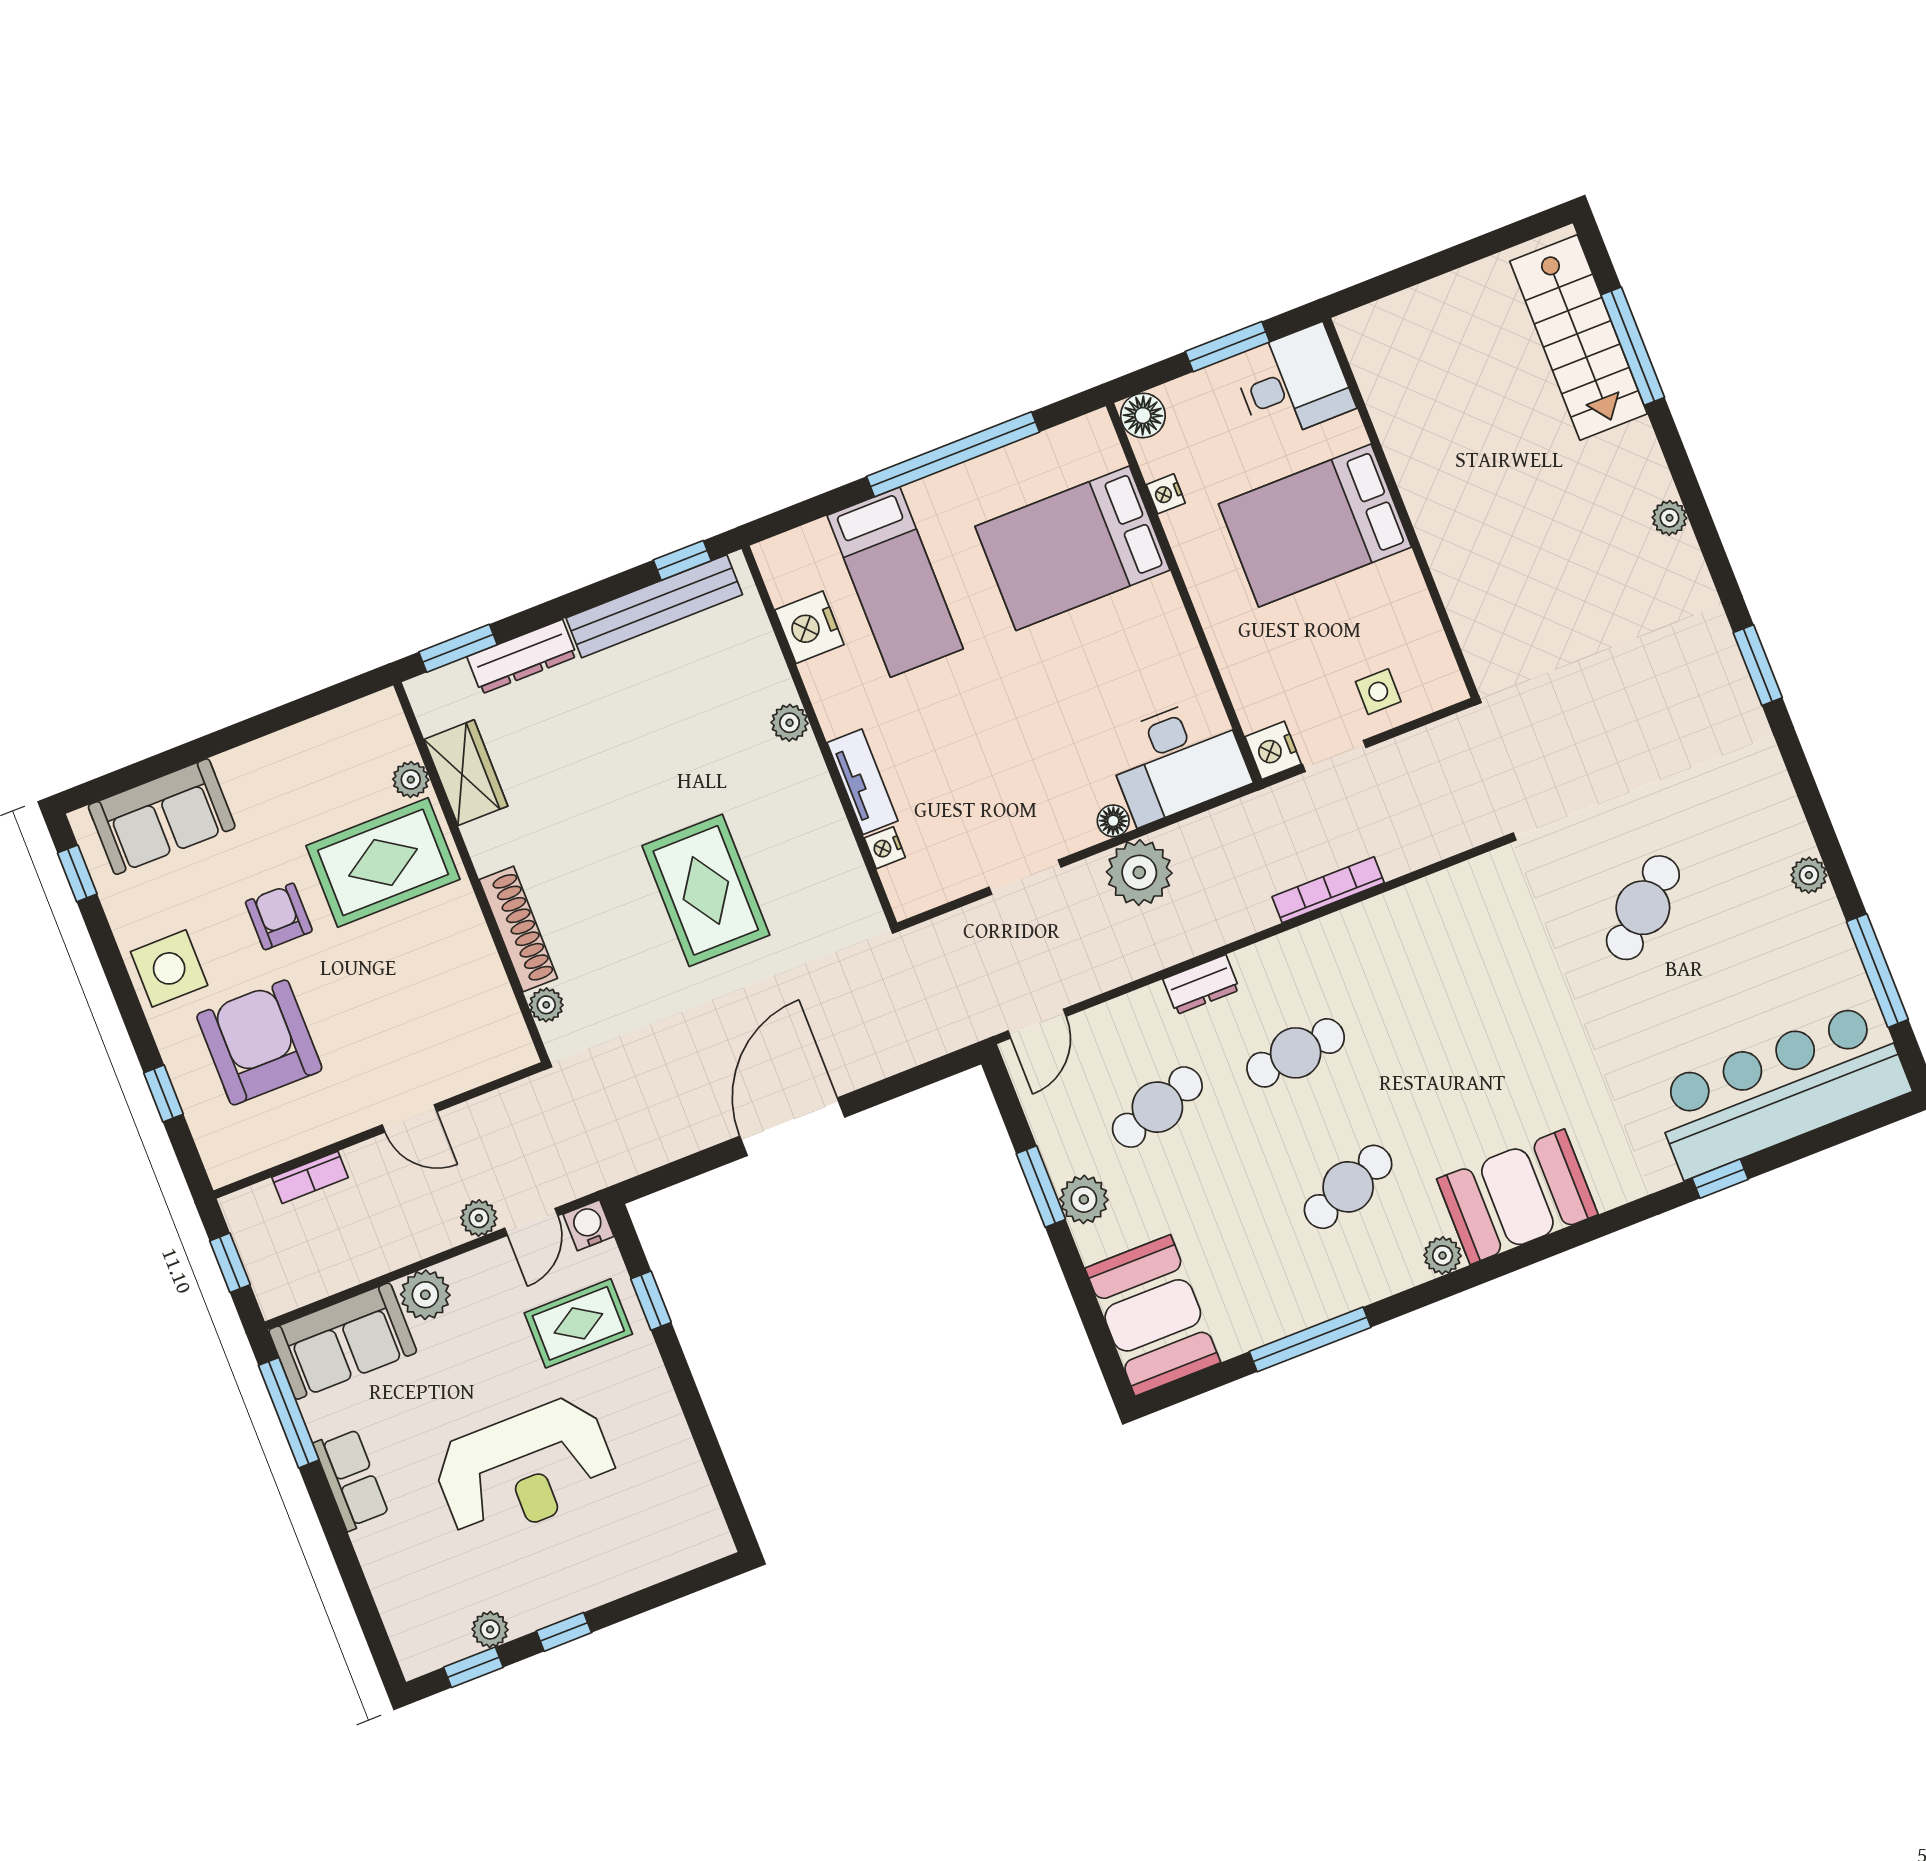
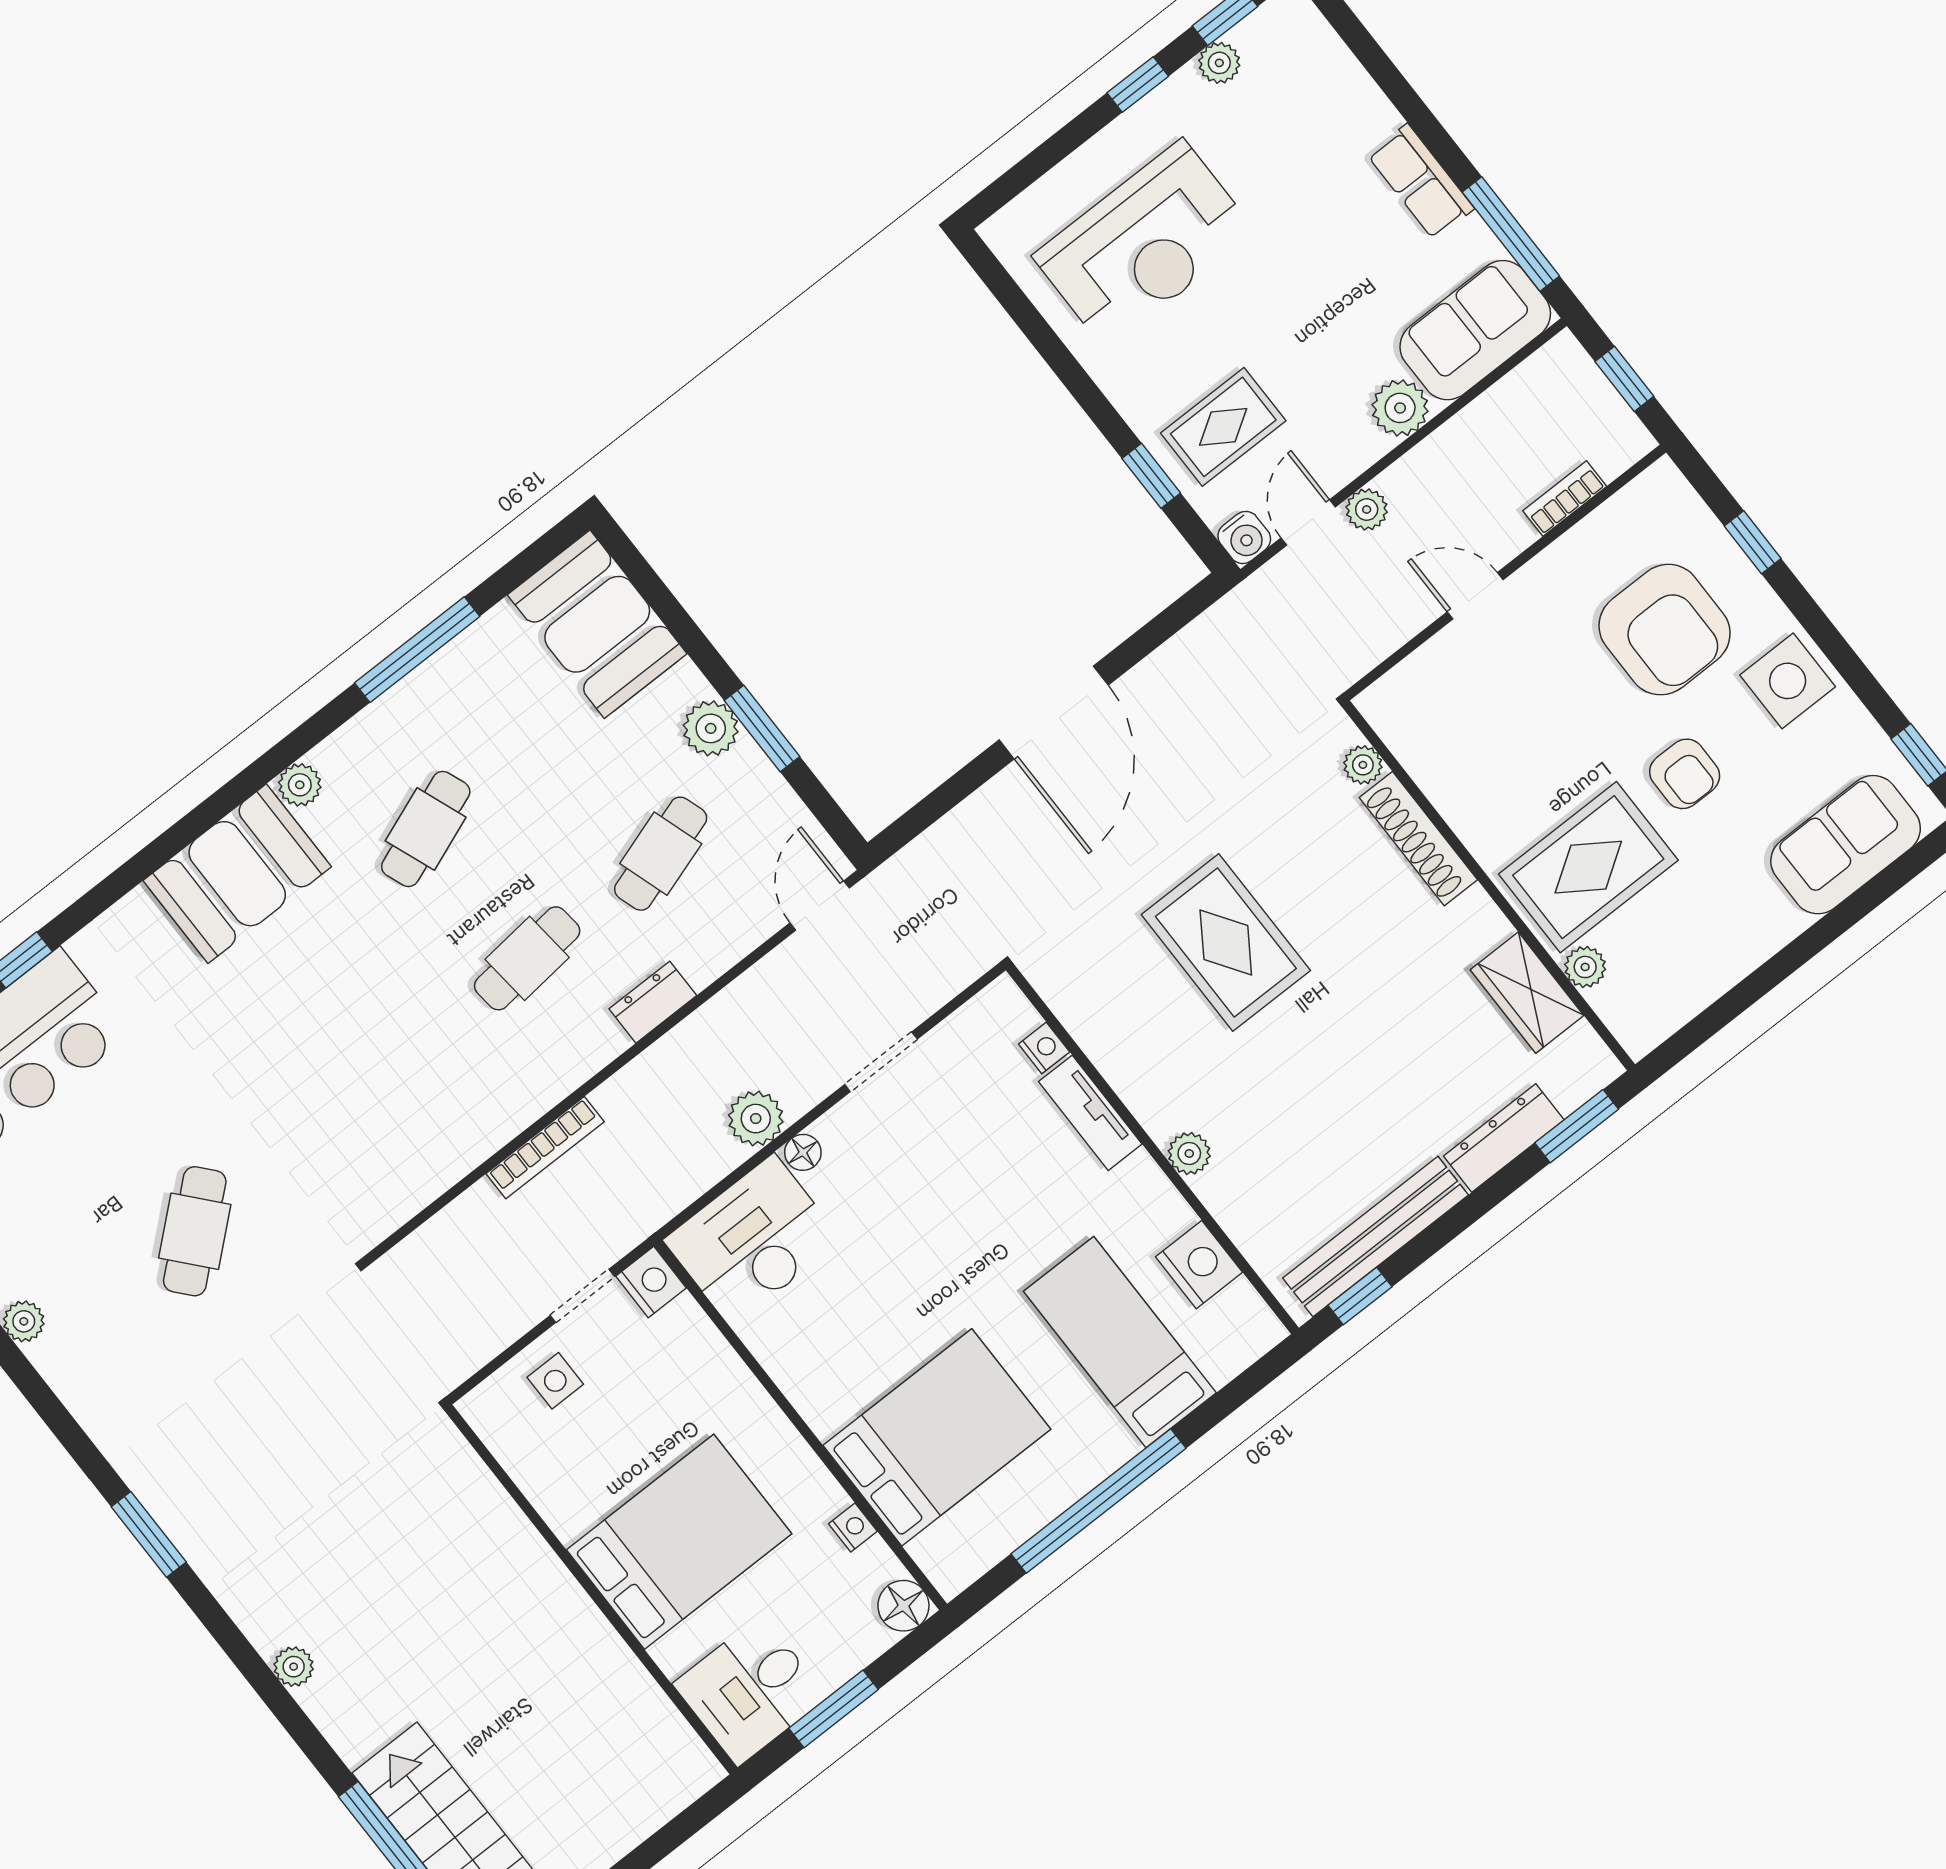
plant: (1139, 872) -> (756, 1119), width x0.73, depth x0.73
reception desk: (525, 1469) -> (1144, 244), moved, turned 180

